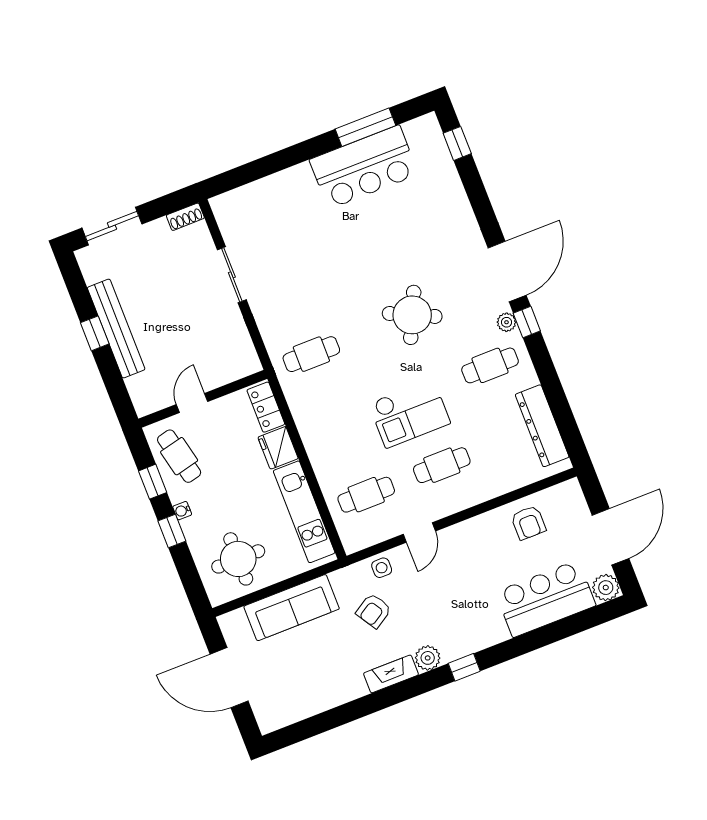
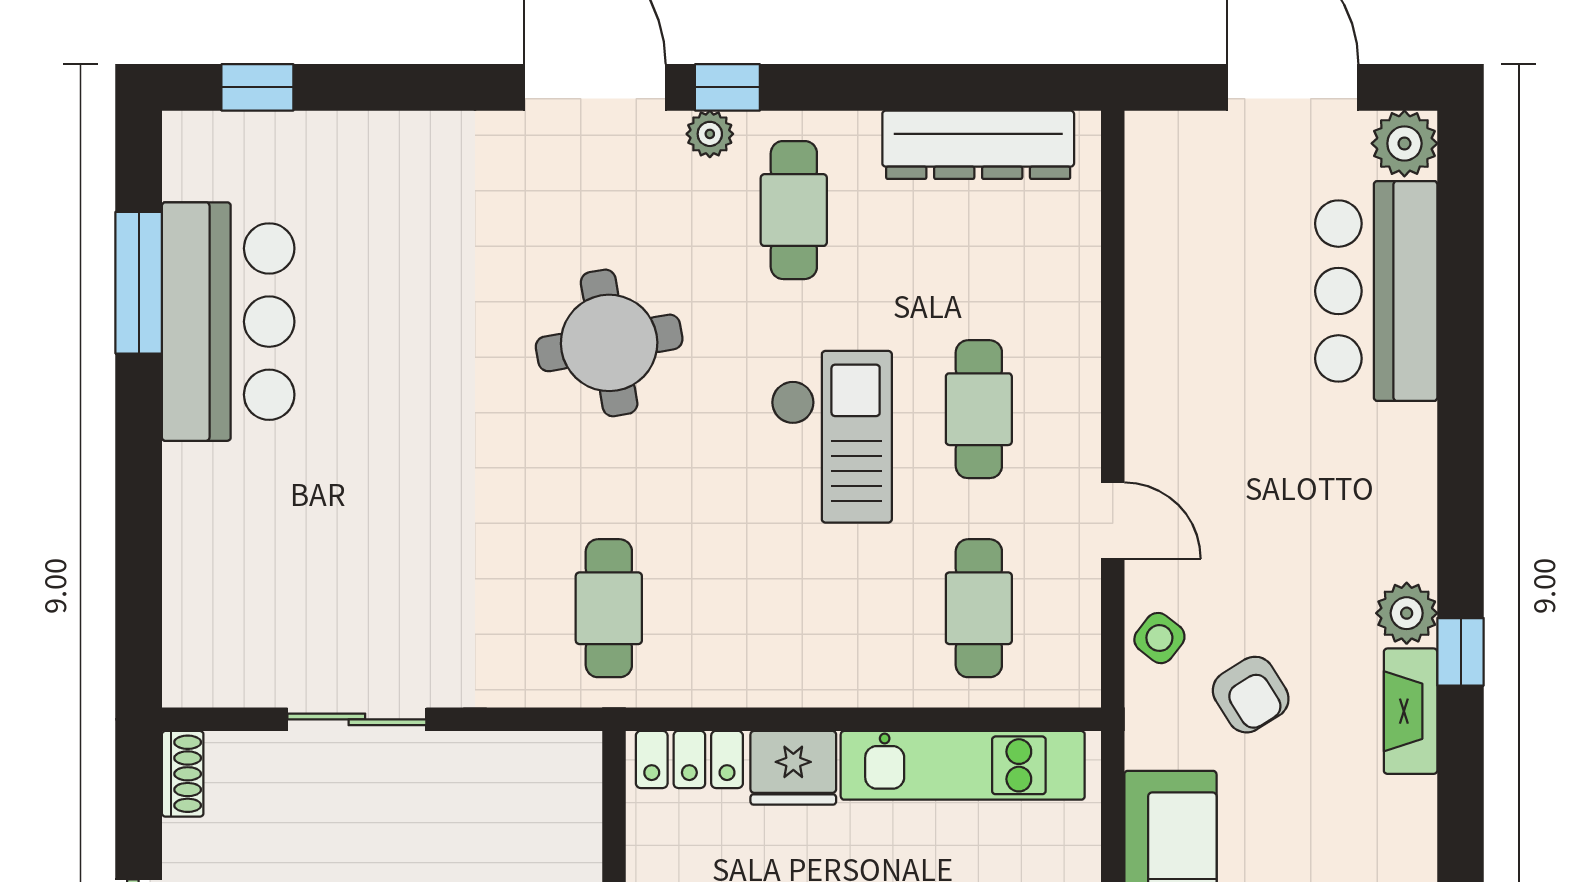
round table: (412, 315) -> (609, 343), turned -35
armchair: (528, 523) -> (1187, 262), removed
side table: (382, 568) -> (1159, 638), turned 38
window: (464, 667) -> (1461, 652), moved

